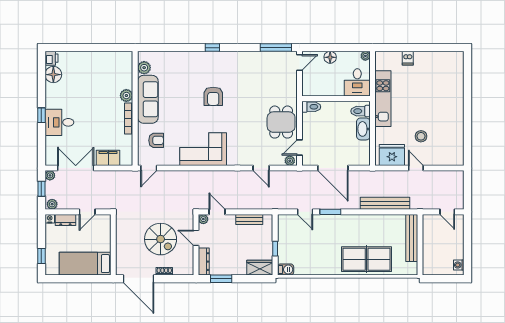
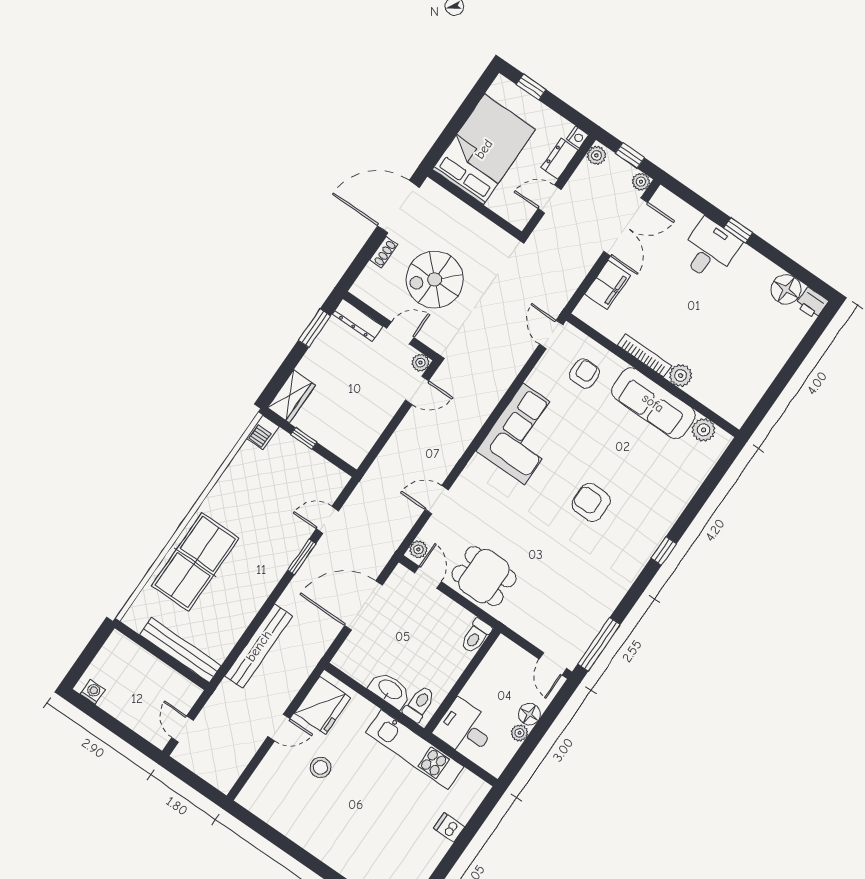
plant: (365, 56) -> (519, 733), moved
armchair: (156, 140) -> (584, 373), turned 180
door: (87, 212) -> (550, 199), hinge flipped
door: (447, 212) -> (183, 729), hinge flipped
bench: (249, 219) -> (373, 430), removed
bed: (85, 264) -> (484, 149), width x1.50

